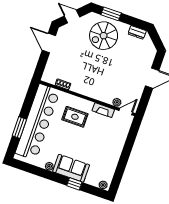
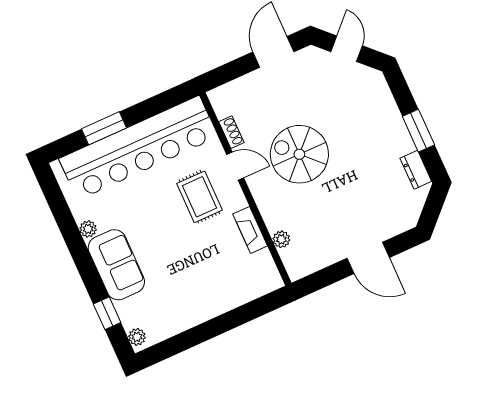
window: (111, 14) -> (418, 131), moved
spiral stairs: (104, 36) -> (299, 154), moved
door: (126, 111) -> (235, 166), moved
window: (74, 184) -> (107, 313), moved

